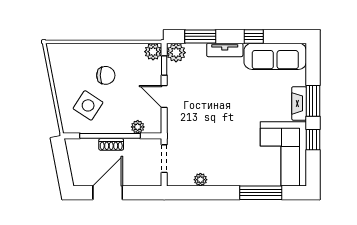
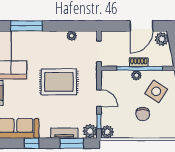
tv unit: (225, 50) -> (64, 133), moved
chair: (106, 75) -> (143, 114), turned -90
rug: (217, 118) -> (59, 82), added
plant: (138, 127) -> (136, 75), moved
plant: (80, 175) -> (162, 39), added

